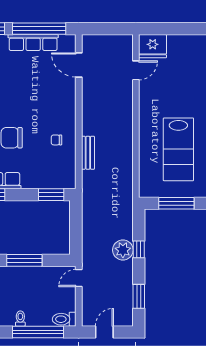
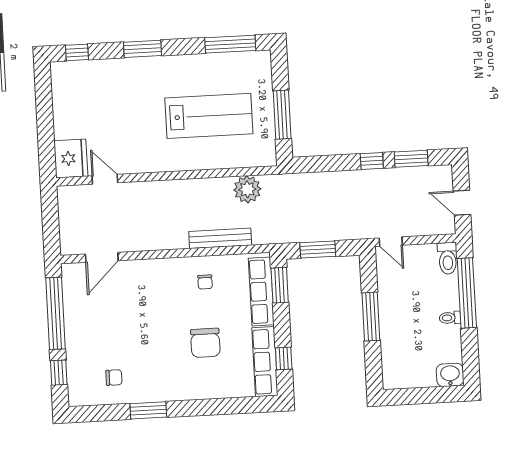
row of seats: (33, 43) -> (261, 292), moved, turned 180
bench: (88, 153) -> (220, 238), width x1.36
window: (76, 224) -> (318, 249), added
window: (139, 249) -> (372, 161), moved
plant: (123, 250) -> (247, 189), moved

